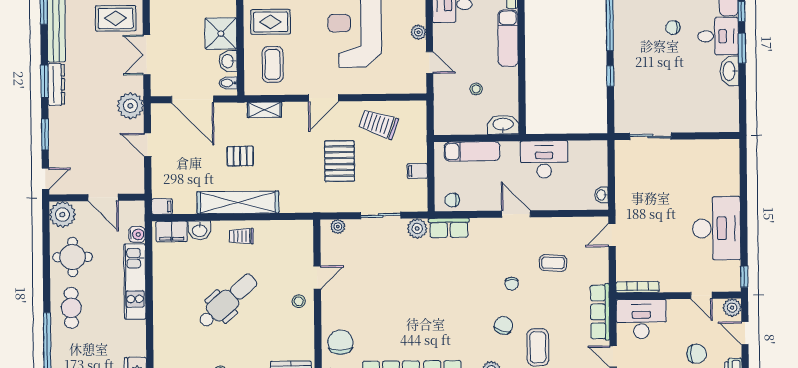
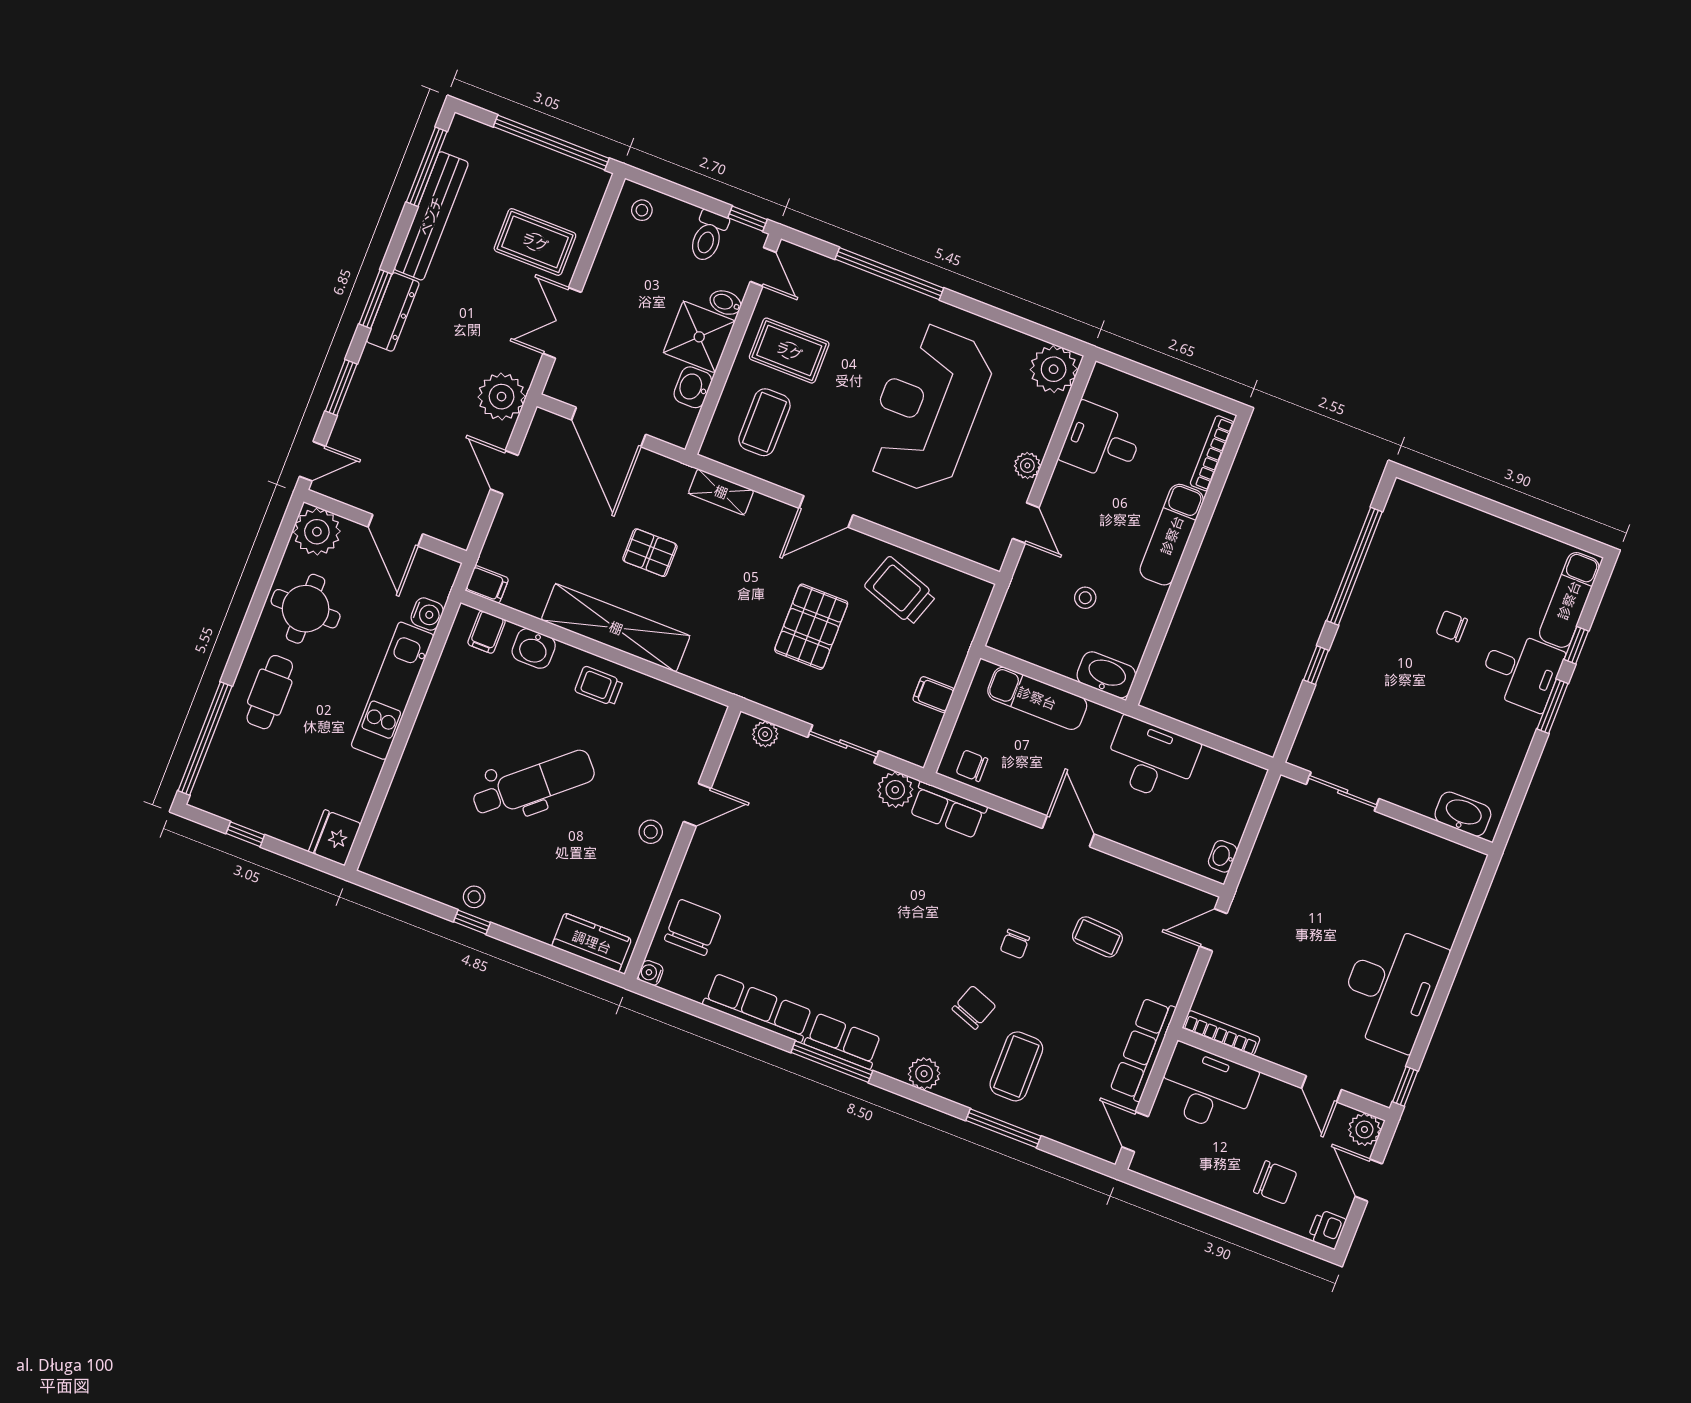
washbasin: (730, 71) -> (1463, 814), moved, turned 90
bidet: (228, 83) -> (726, 303), moved
filing cabinet: (172, 231) -> (486, 632), width x0.50

